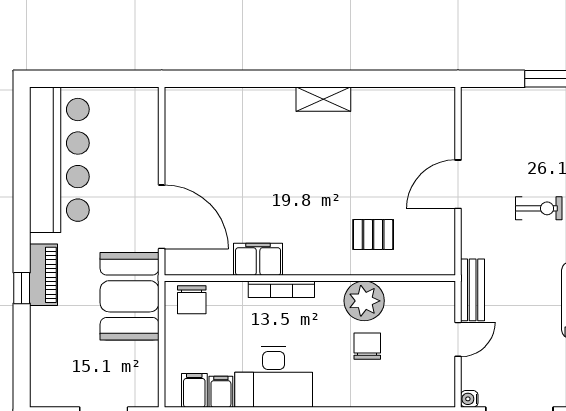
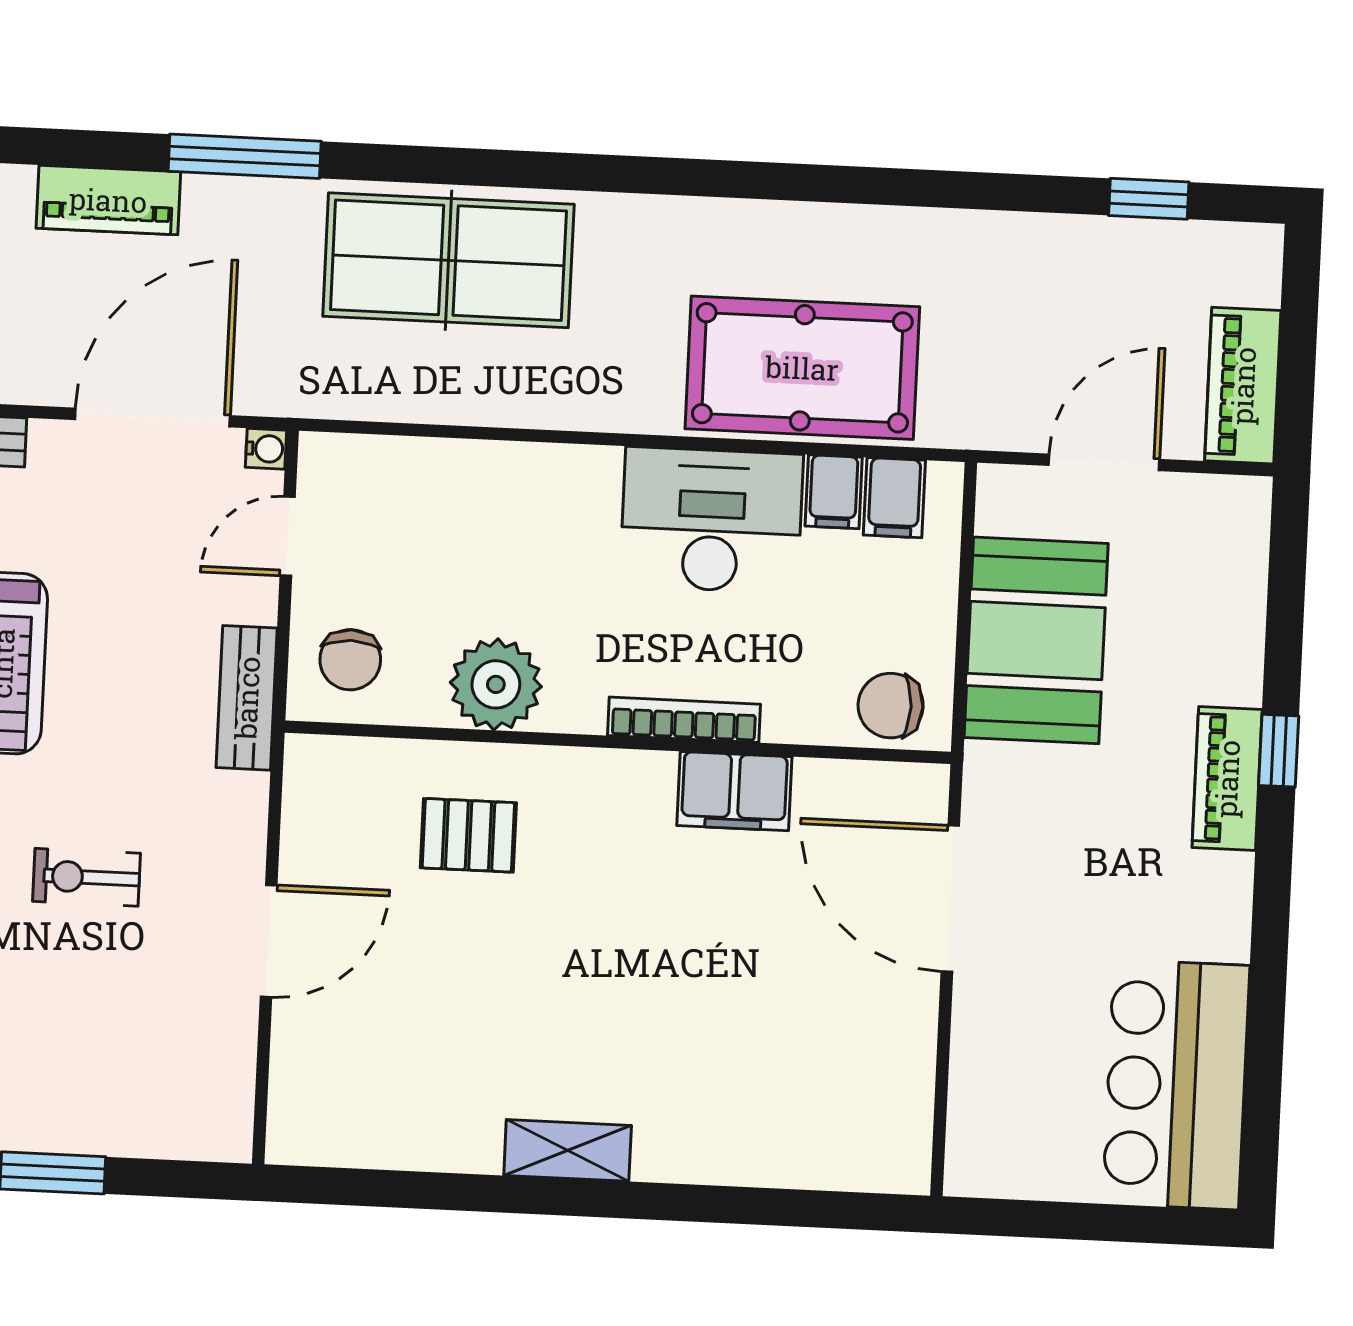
bar counter: (59, 160) -> (1176, 1085), width x0.73
booth: (130, 296) -> (1036, 640), moved
chair: (192, 300) -> (891, 706), turned -90
door: (458, 339) -> (288, 536), moved
chair: (367, 346) -> (350, 660), moved

